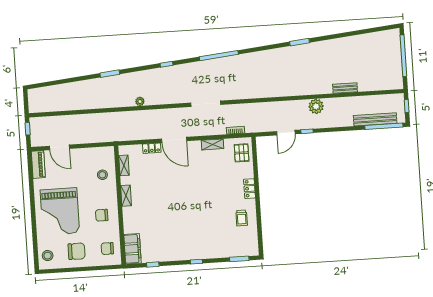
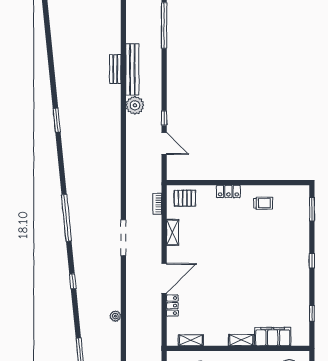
bench: (375, 119) -> (132, 69), moved
shelving: (126, 196) -> (241, 340), moved
filing cabinet: (132, 249) -> (273, 336), moved

